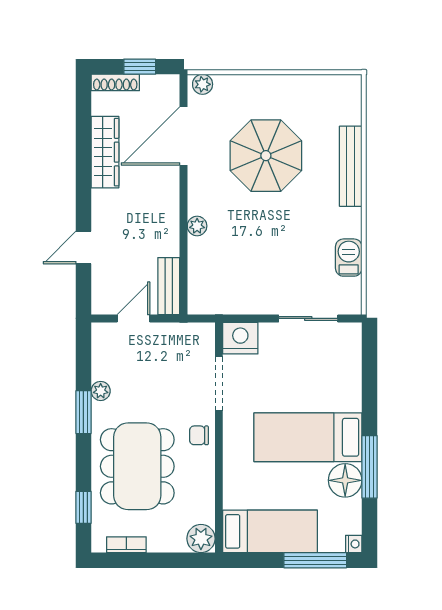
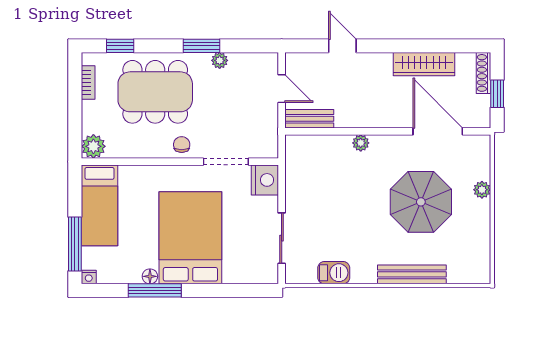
plant: (203, 84) -> (482, 190), moved
bed: (308, 437) -> (190, 238), width x1.50
floor lamp: (345, 480) -> (150, 276), width x0.53, depth x0.53

